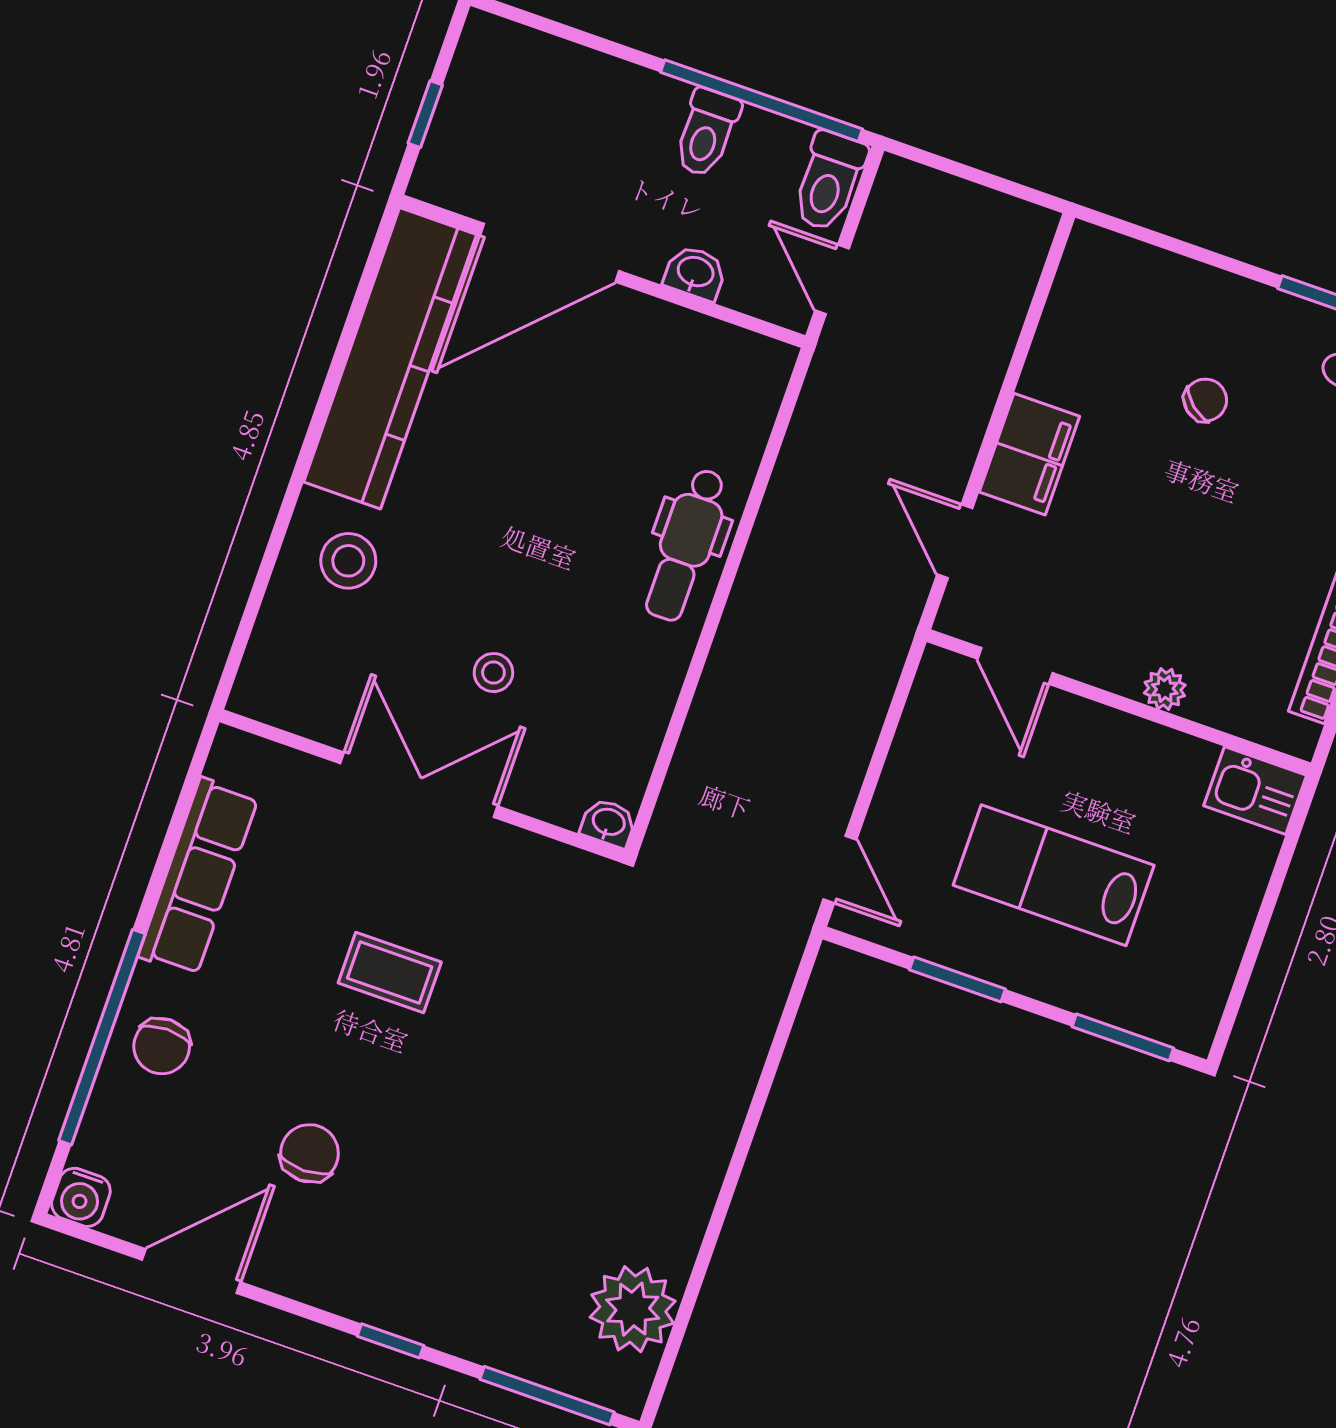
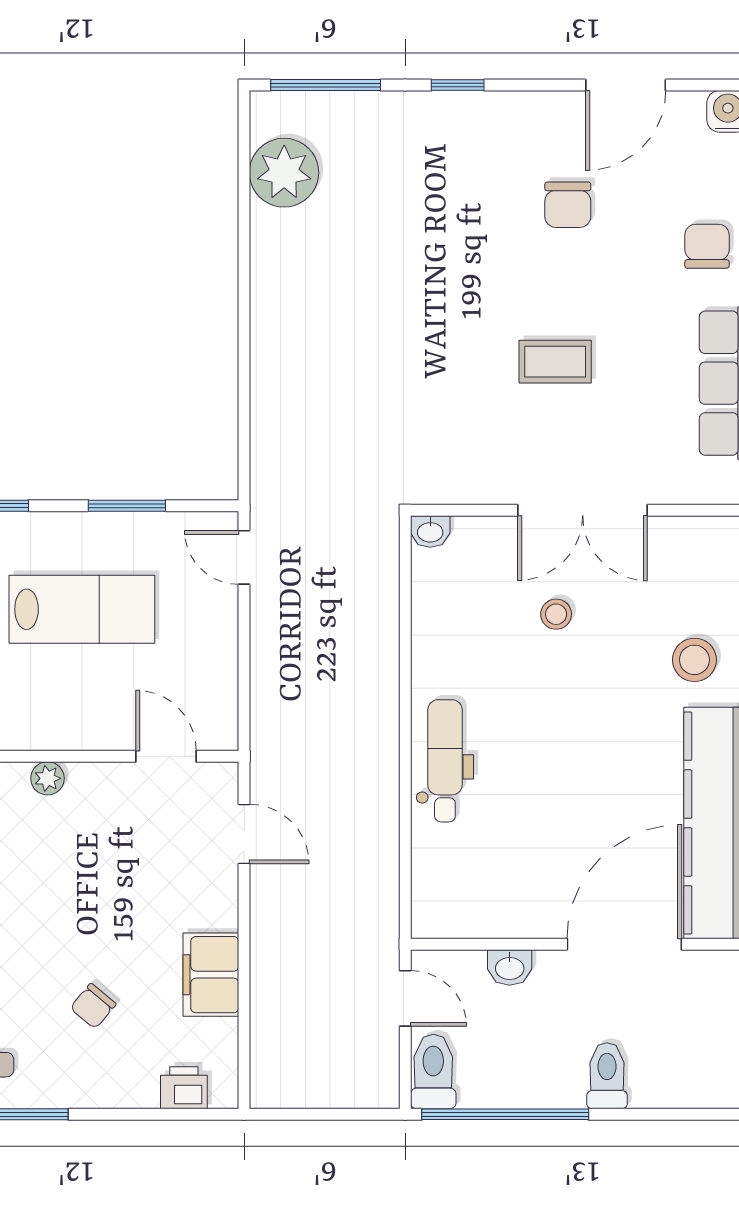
toilet: (707, 133) -> (607, 1076), moved
printer: (1131, 265) -> (184, 1088), added
filing cabinet: (1029, 454) -> (211, 975), moved

